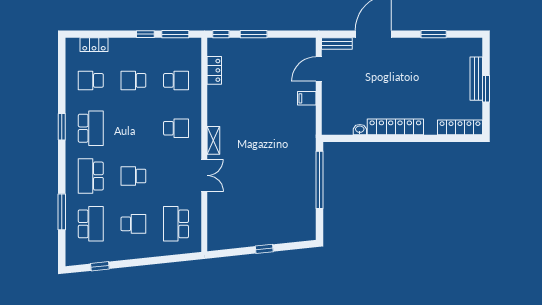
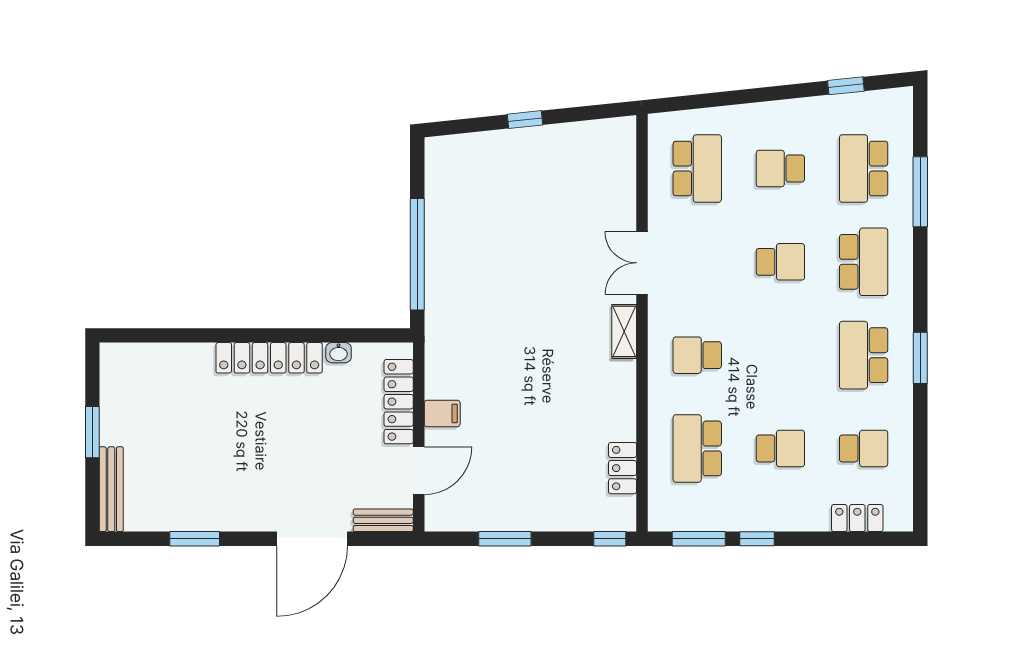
window: (254, 34) -> (505, 539), moved
bench: (476, 79) -> (111, 489), moved
school desk: (176, 80) -> (697, 448), width x1.85
locker: (460, 127) -> (399, 402), moved, turned 90

